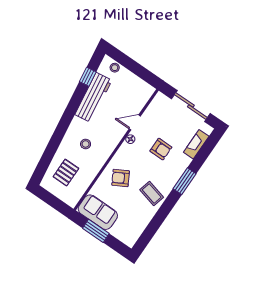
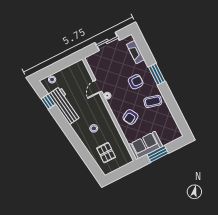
sliding door: (191, 106) -> (107, 41), width x0.73
armchair: (161, 149) -> (136, 82), moved

